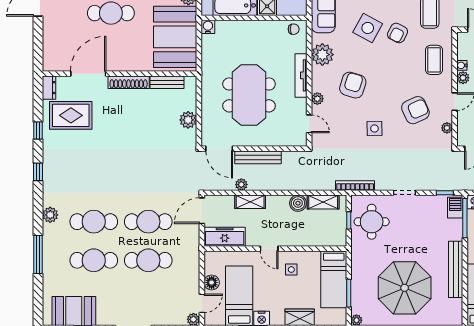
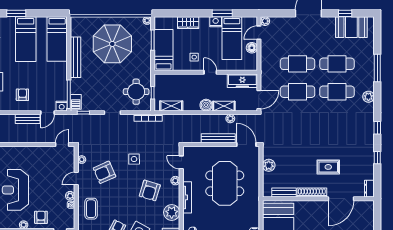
rug: (71, 115) -> (328, 167), moved, width x0.73, depth x0.70
boiler: (298, 203) -> (206, 105), moved

